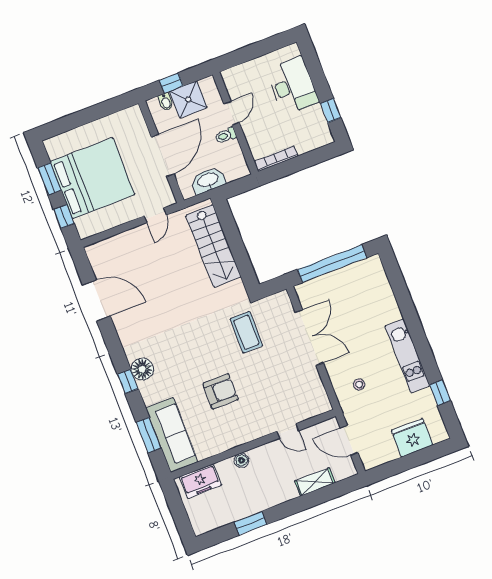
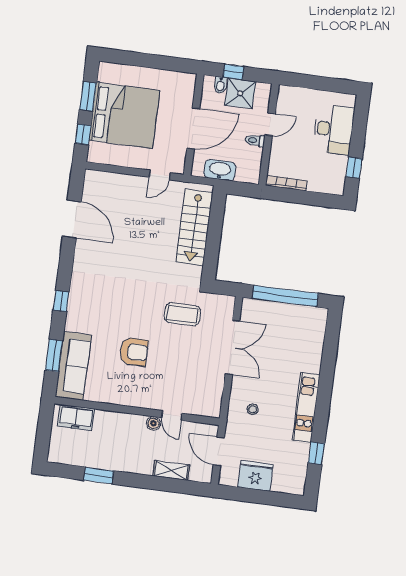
coffee table: (246, 332) -> (182, 314), turned 90
floor lamp: (142, 369) -> (79, 297), removed
fridge: (412, 438) -> (255, 476), moved
boiler: (241, 460) -> (153, 423), moved

